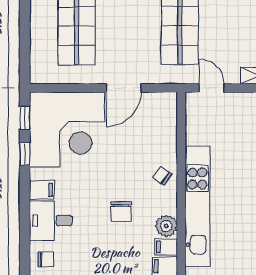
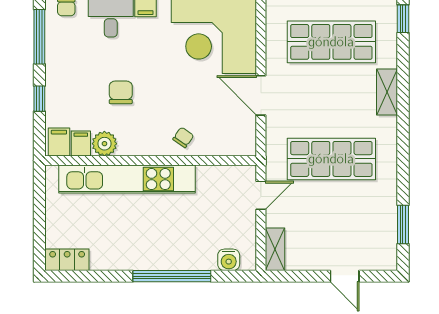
chair: (162, 176) -> (183, 137), moved
chair: (121, 212) -> (121, 92), turned 90

